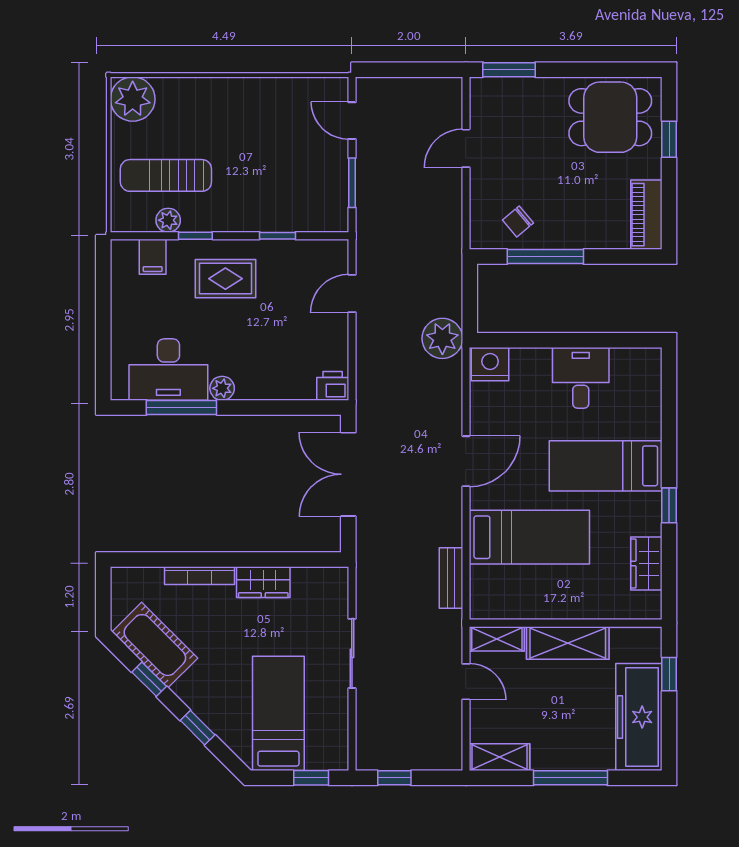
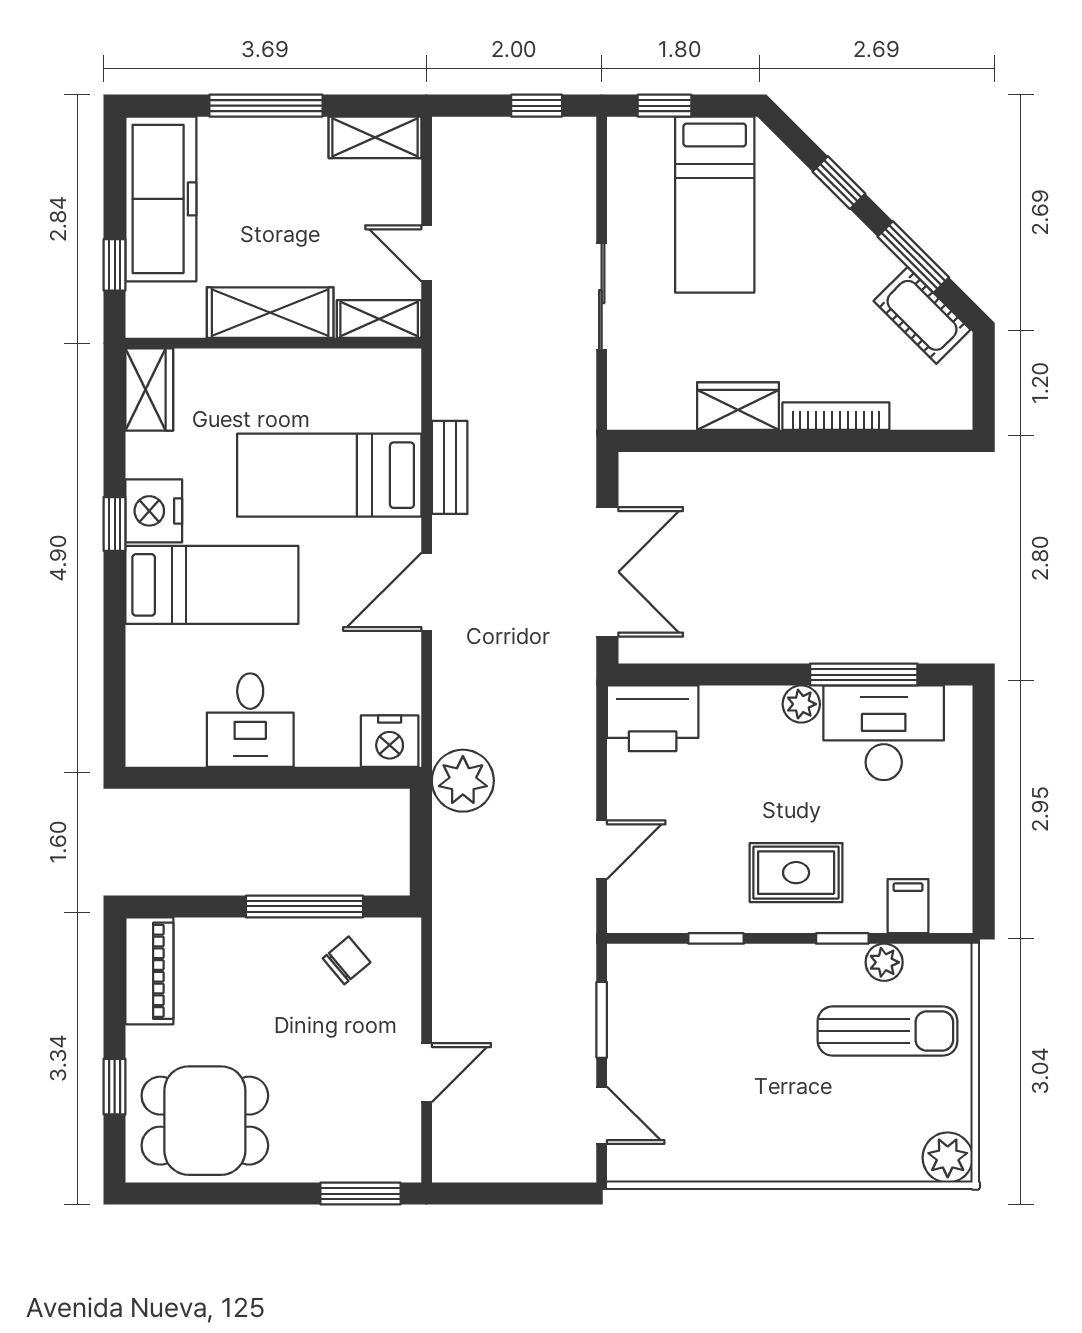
plant: (133, 99) -> (948, 1158), width x0.73, depth x0.73
printer: (333, 386) -> (653, 718), width x1.87, depth x1.48
nightstand: (643, 514) -> (154, 511), added
wardrobe: (646, 564) -> (149, 390), moved
bench: (451, 578) -> (450, 467), moved
cot: (155, 645) -> (922, 315), width x0.73, depth x0.75
window: (149, 679) -> (913, 257), width x1.50

